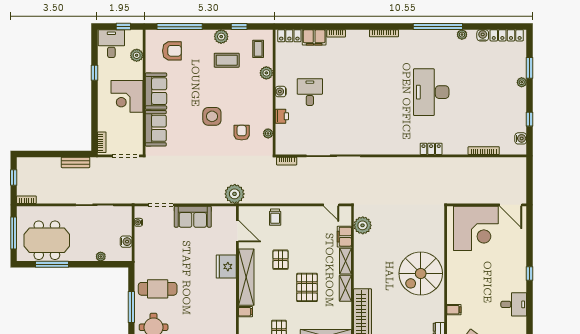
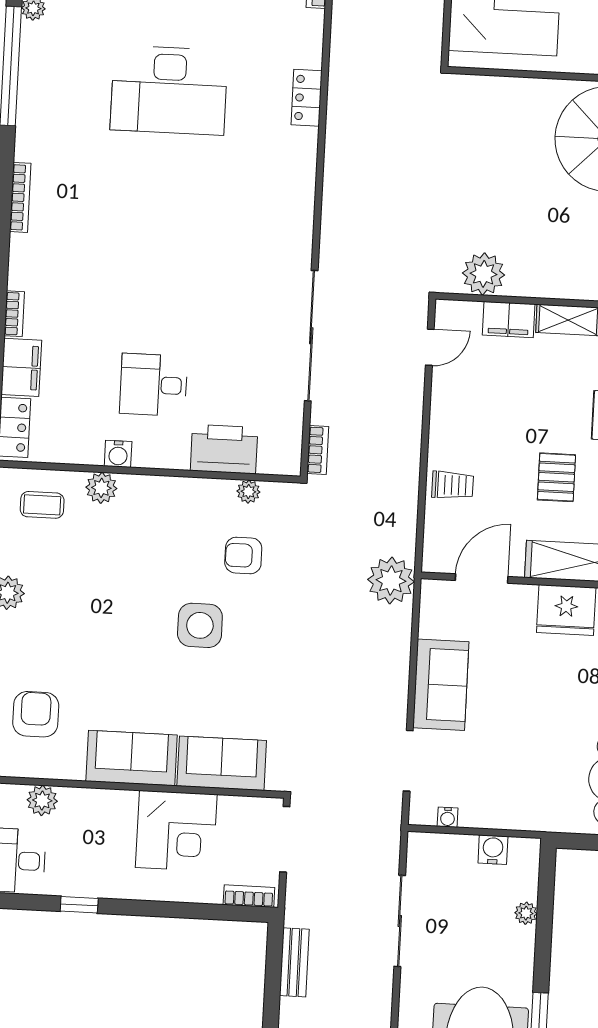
coffee table: (227, 60) -> (66, 583), removed
water cooler: (281, 92) -> (118, 454), moved
corner desk: (127, 96) -> (176, 831), moved
printer: (282, 116) -> (224, 449), width x1.87, depth x1.48
pallet: (281, 260) -> (556, 477), turned 90

